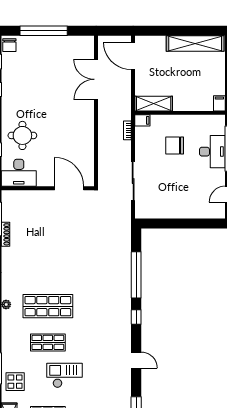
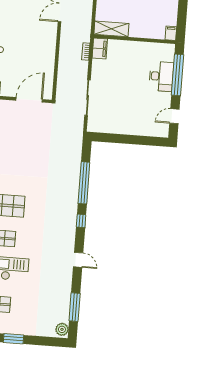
filing cabinet: (142, 120) -> (100, 48), width x2.00
chair: (175, 146) -> (128, 68), removed
door: (69, 188) -> (29, 100), hinge flipped

